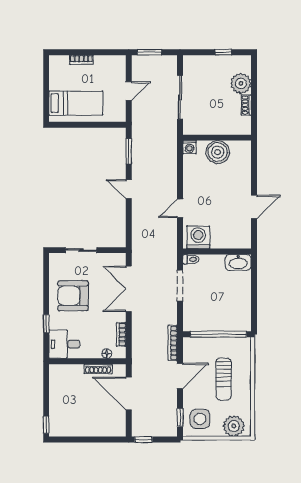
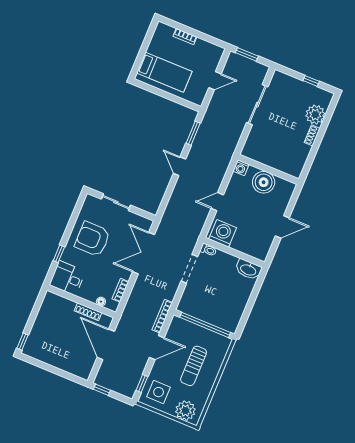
wall: (217, 138) -> (268, 169), moved
washing machine: (189, 147) -> (241, 168), moved
boiler: (218, 152) -> (264, 182), moved

